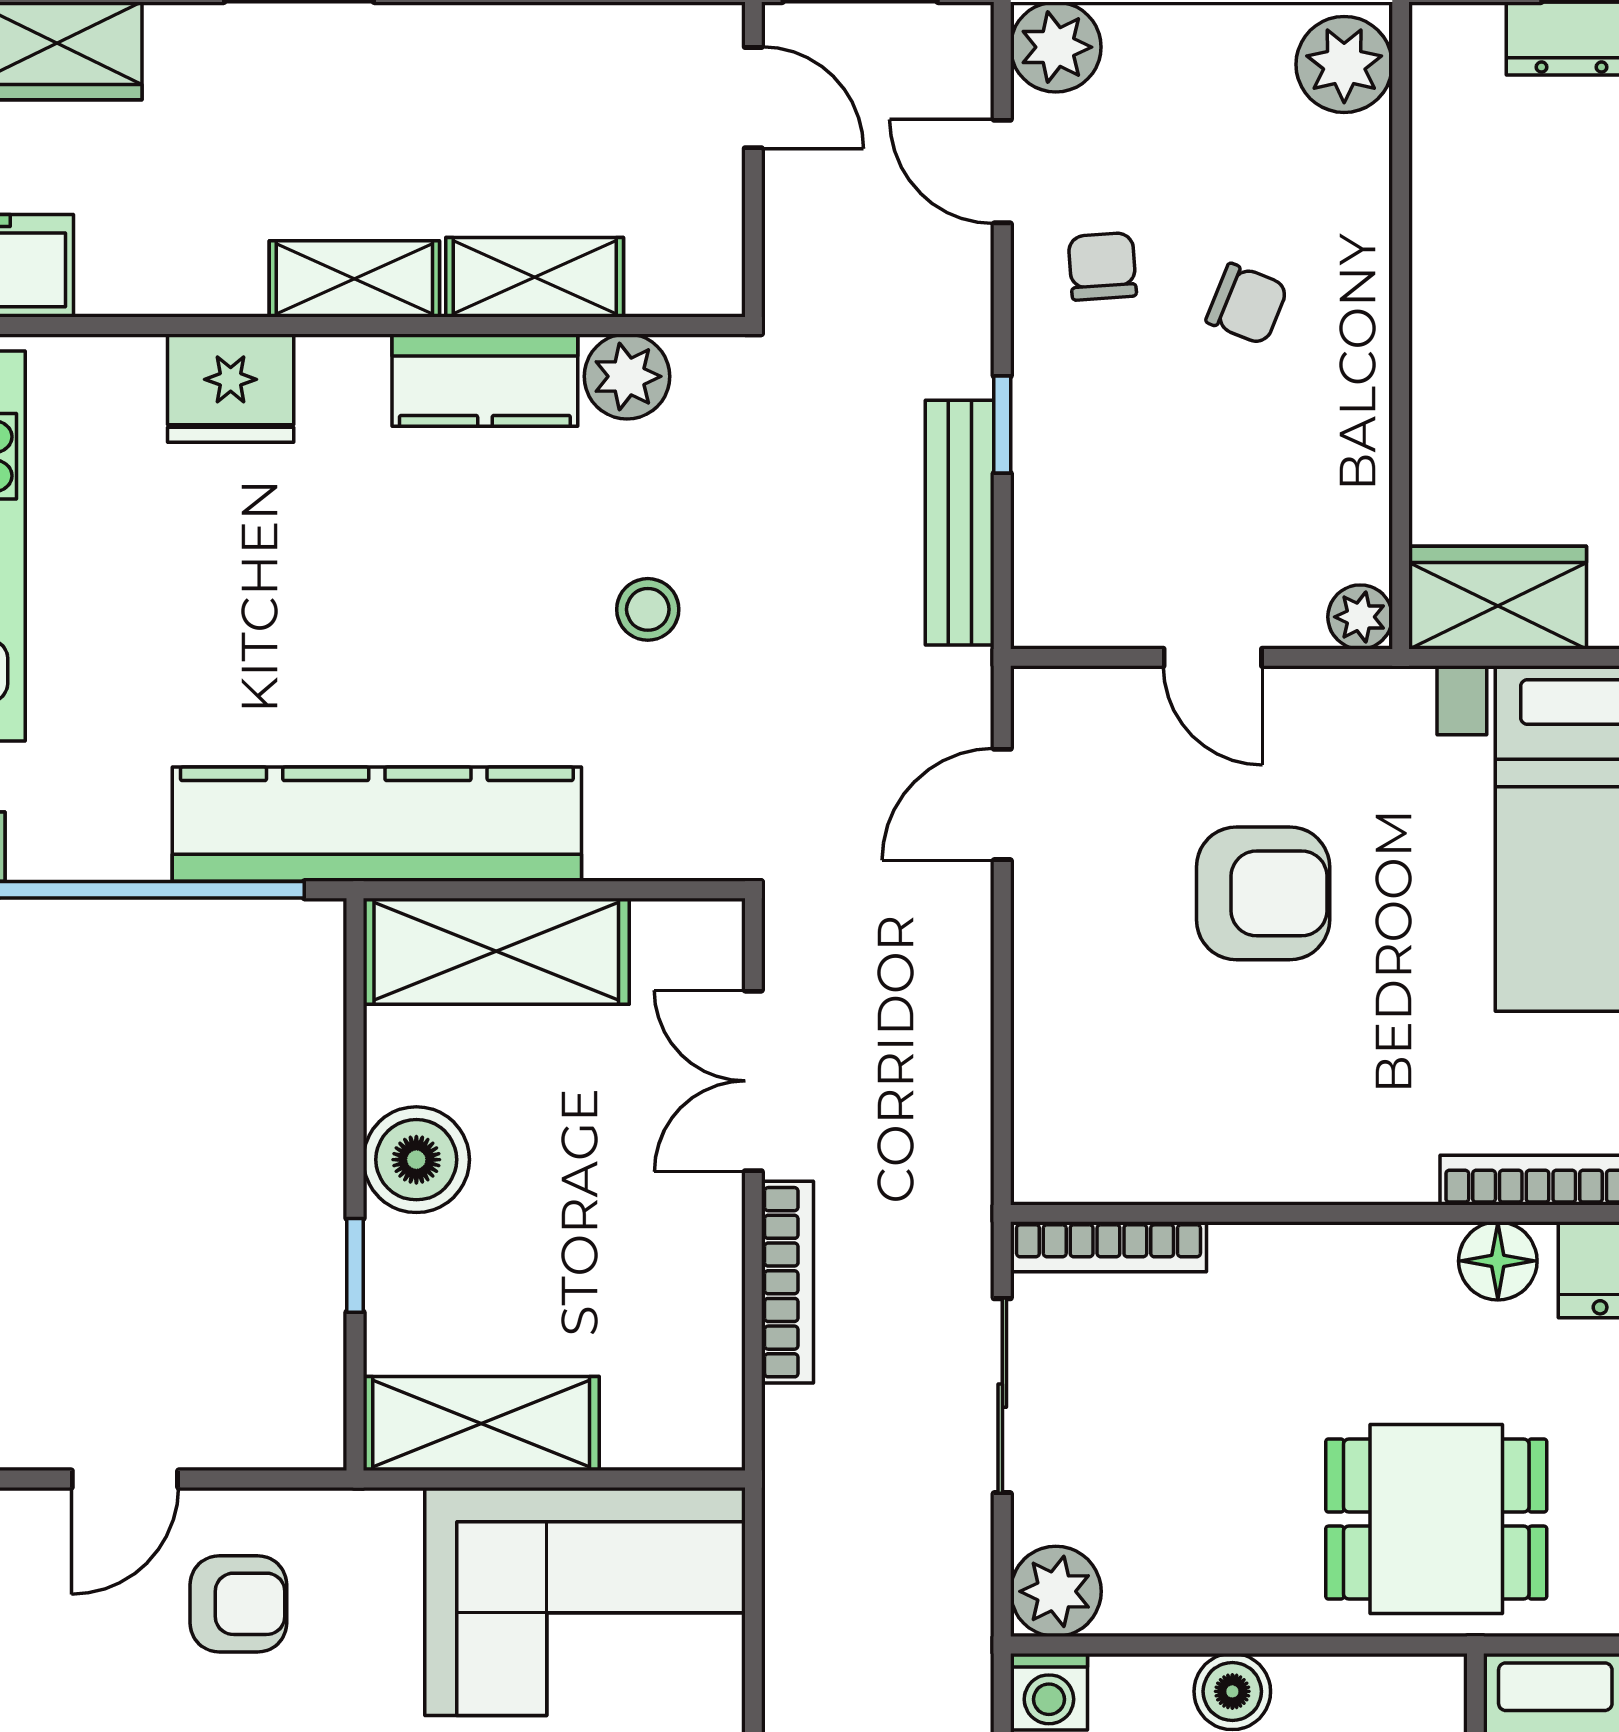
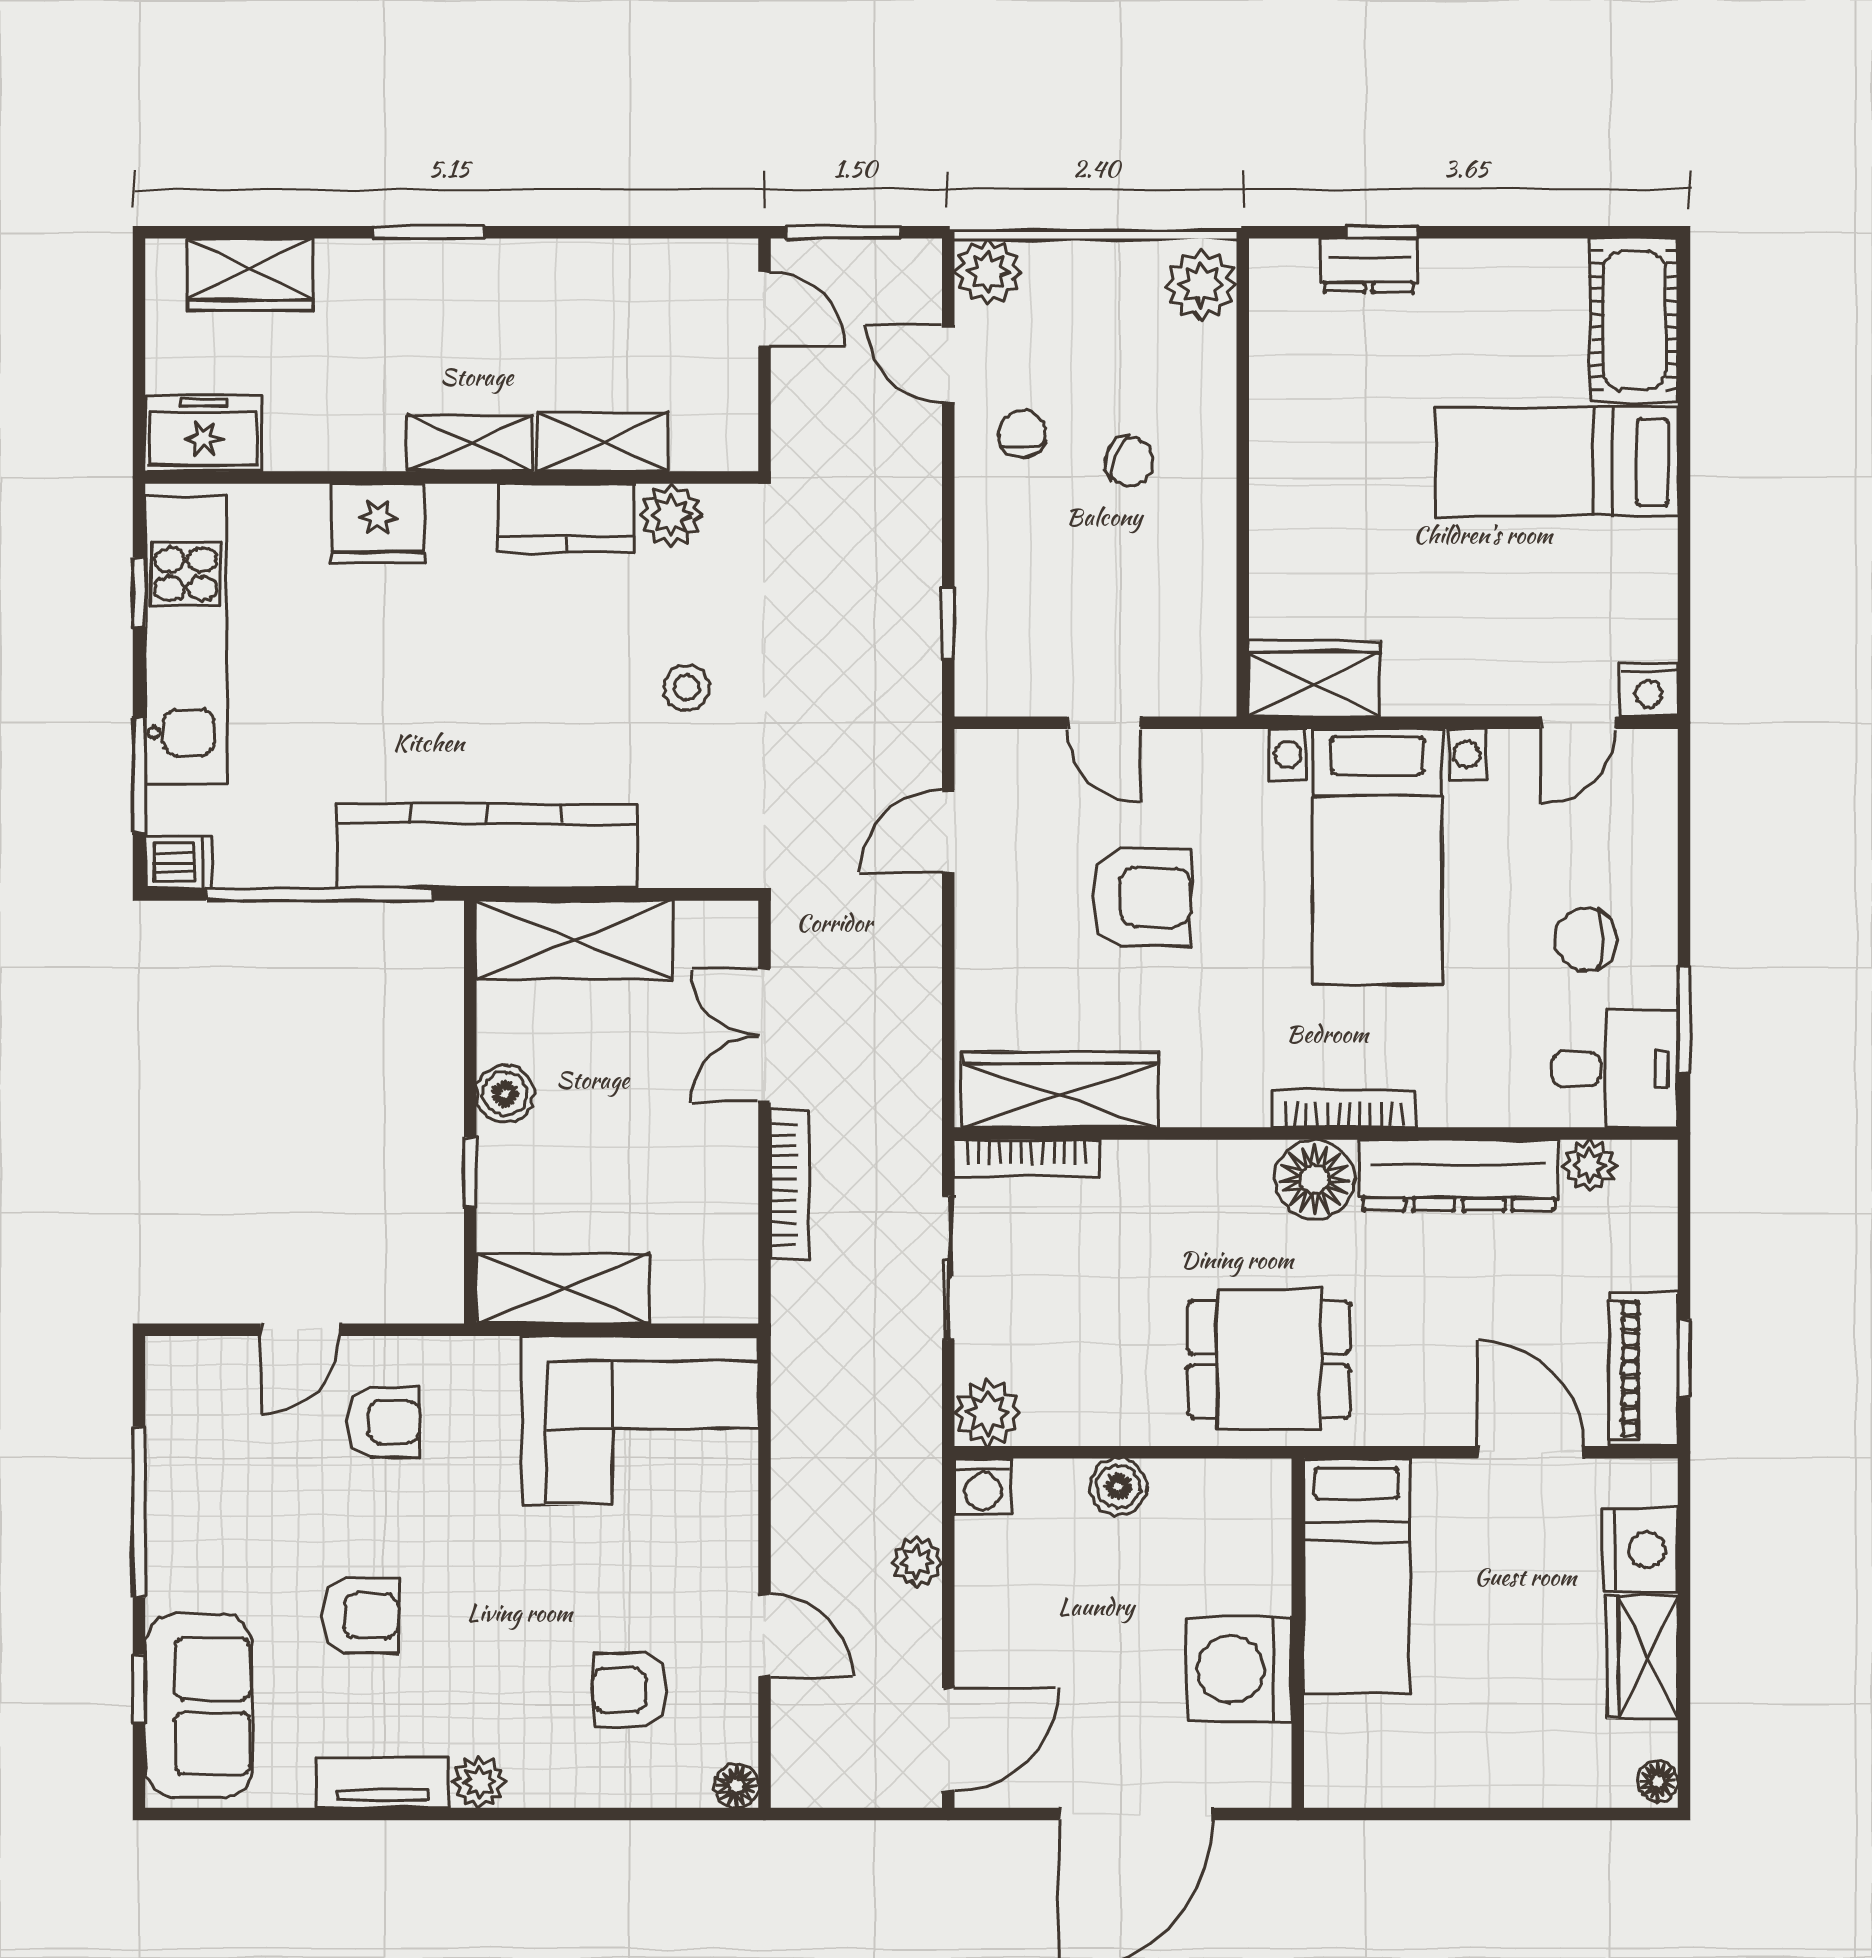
window: (1002, 425) -> (948, 623), moved
bench: (960, 523) -> (917, 623), removed
plant: (1360, 617) -> (1213, 693), removed
wardrobe: (1153, 1154) -> (1060, 1090), added
boiler: (416, 1160) -> (505, 1094), width x0.73, depth x0.73
floor lamp: (1498, 1261) -> (1314, 1179), width x1.38, depth x1.38

